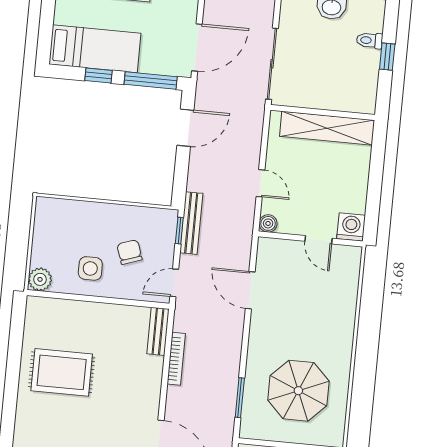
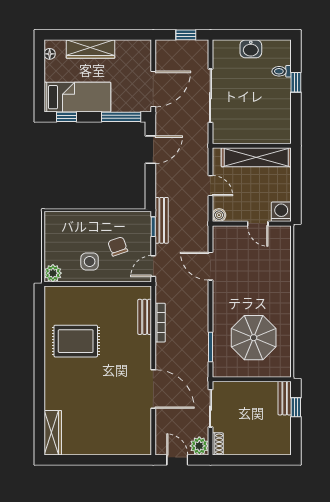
window: (99, 76) -> (67, 117), moved
wall: (323, 112) -> (252, 146), moved
shelving: (327, 128) -> (256, 157), moved
bench: (158, 331) -> (145, 317), moved

